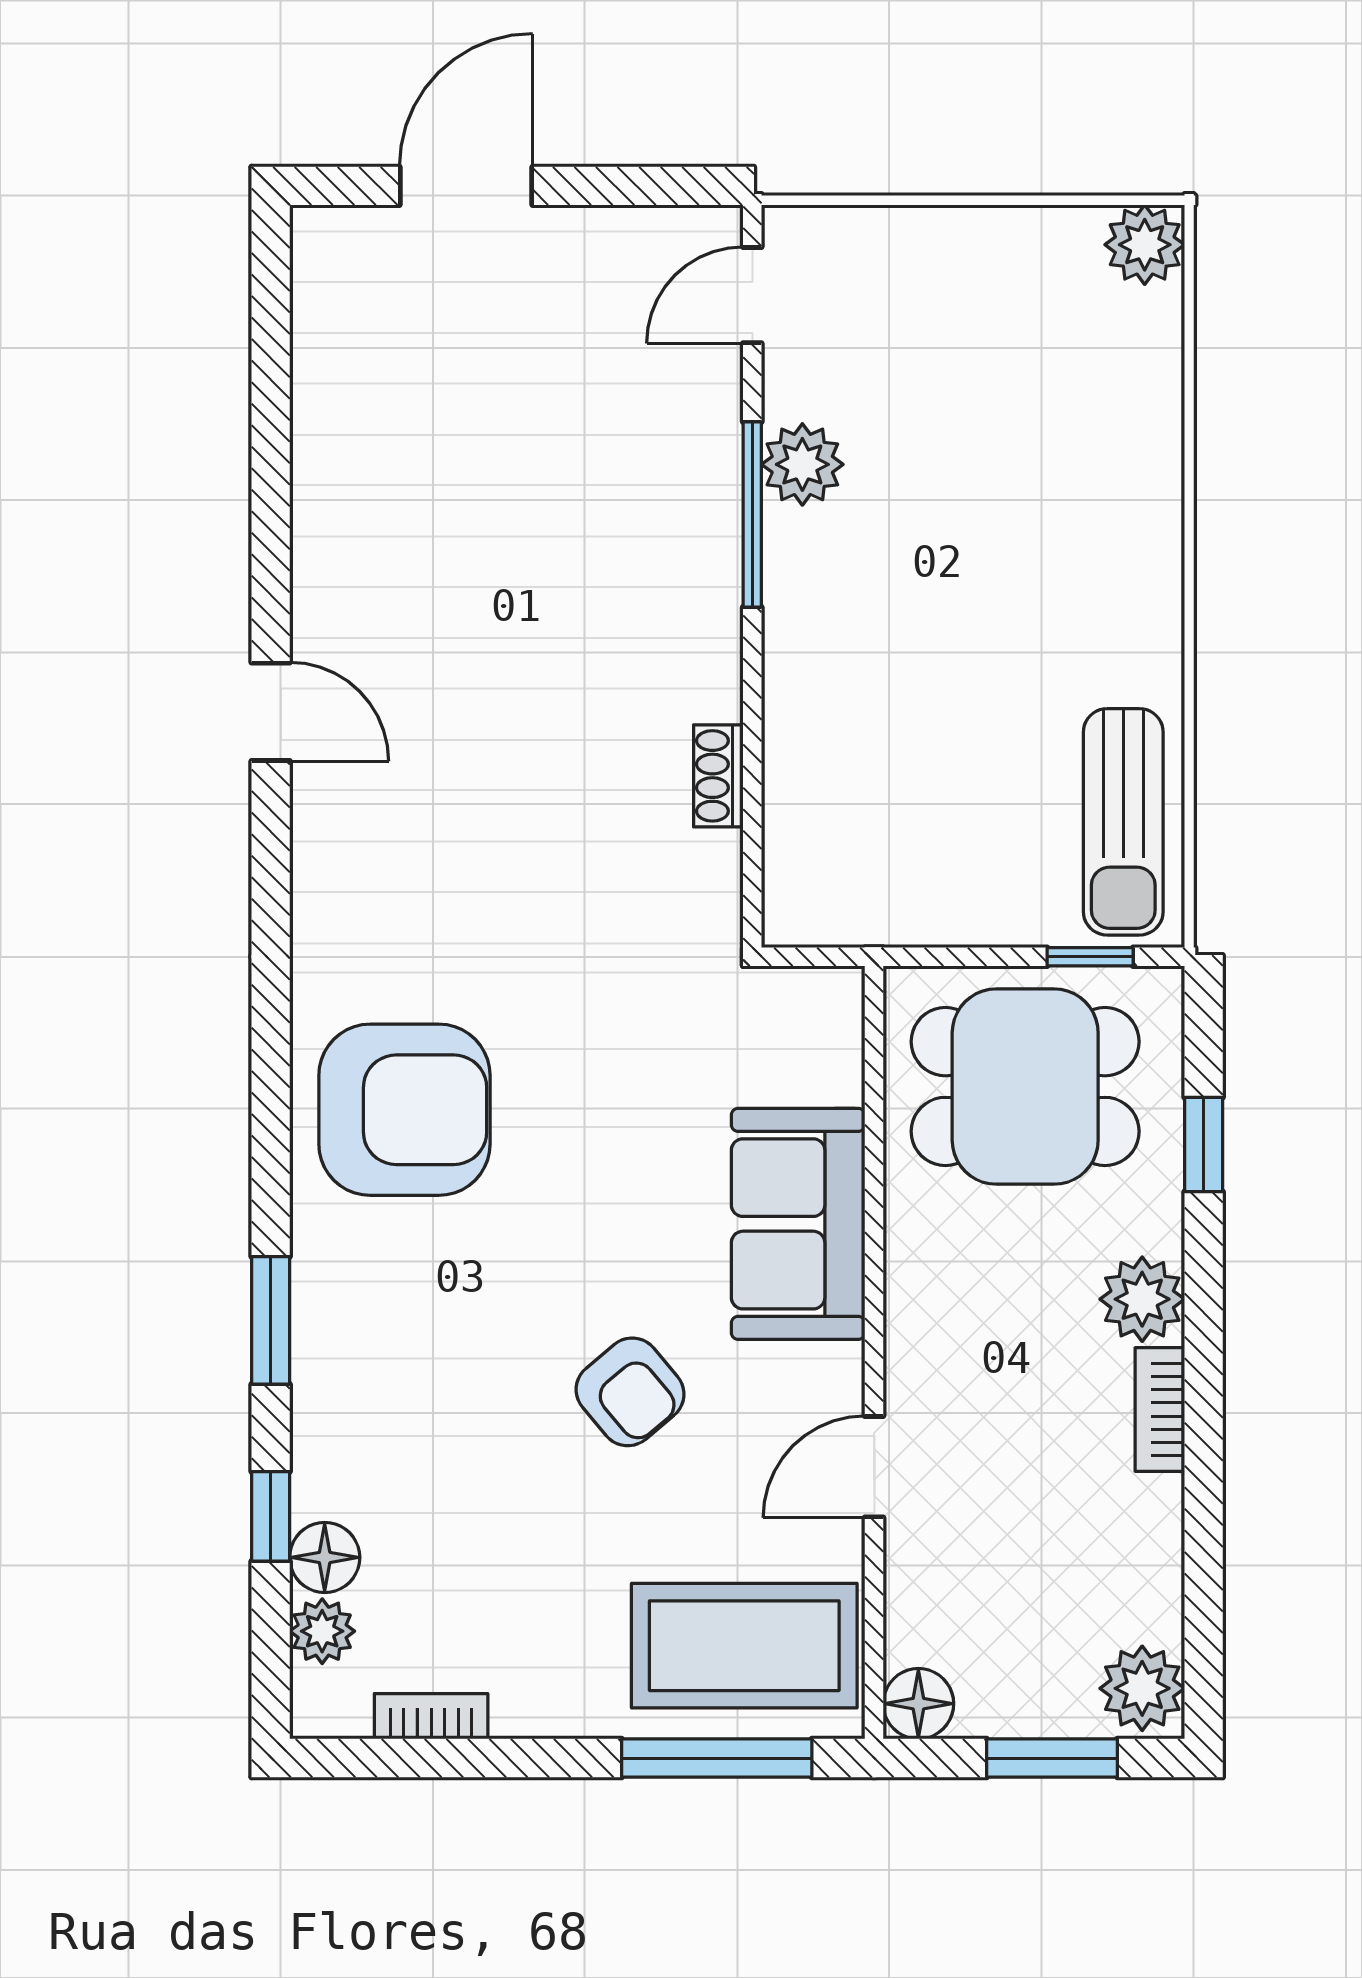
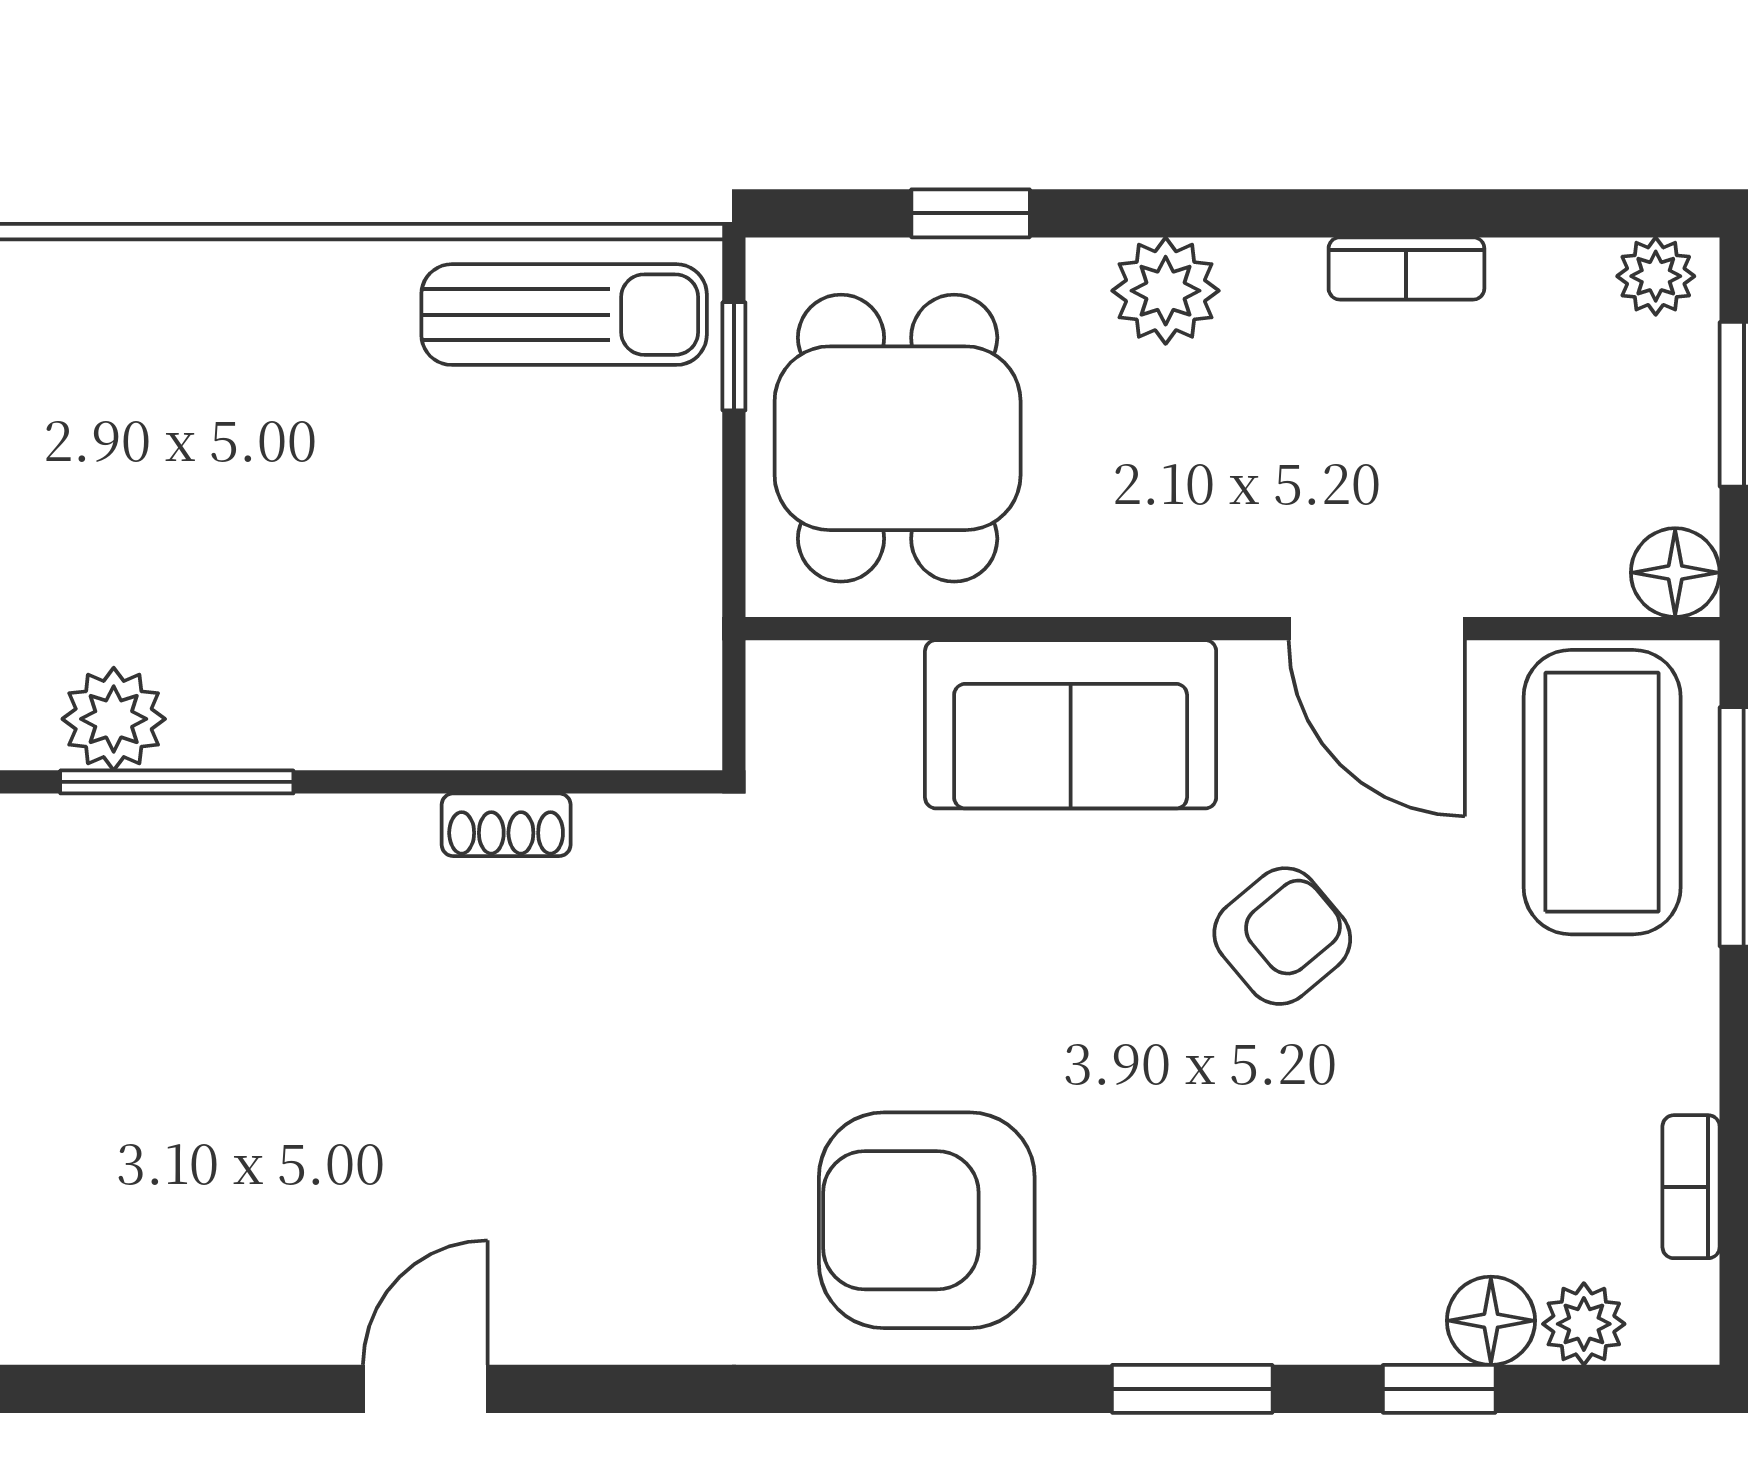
armchair: (404, 1110) -> (927, 1220), turned -90
bookcase: (1160, 1409) -> (1406, 268), moved
door: (874, 1467) -> (1377, 629), width x1.38
plant: (1142, 1688) -> (1656, 276), width x0.73, depth x0.73

